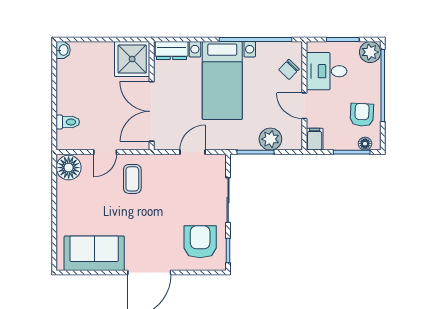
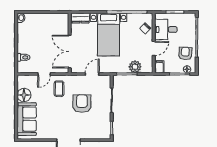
plant: (370, 52) -> (190, 19), removed
shower: (132, 59) -> (59, 23), removed
door: (304, 106) -> (154, 48), swing flipped
floor lamp: (69, 168) -> (24, 95), moved
armchair: (200, 242) -> (82, 104), moved
sofa: (94, 253) -> (27, 119), moved, turned 90

